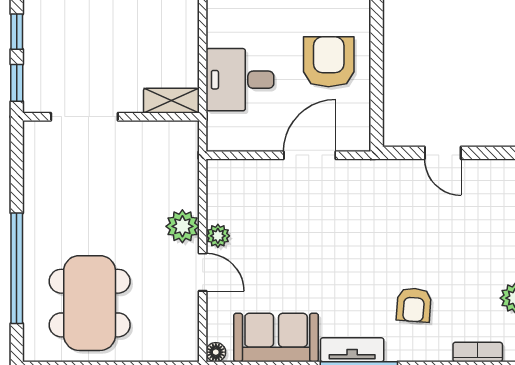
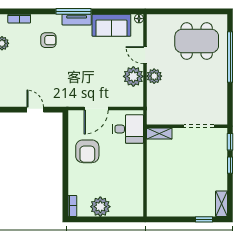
desk: (240, 80) -> (128, 129), moved
plant: (218, 236) -> (133, 76), width x1.88, depth x1.88
dining table: (90, 303) -> (197, 41), turned 90
armchair: (414, 305) -> (48, 40), turned 86

